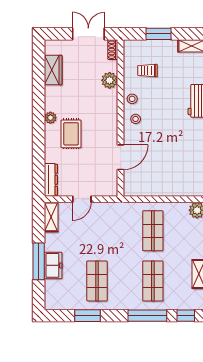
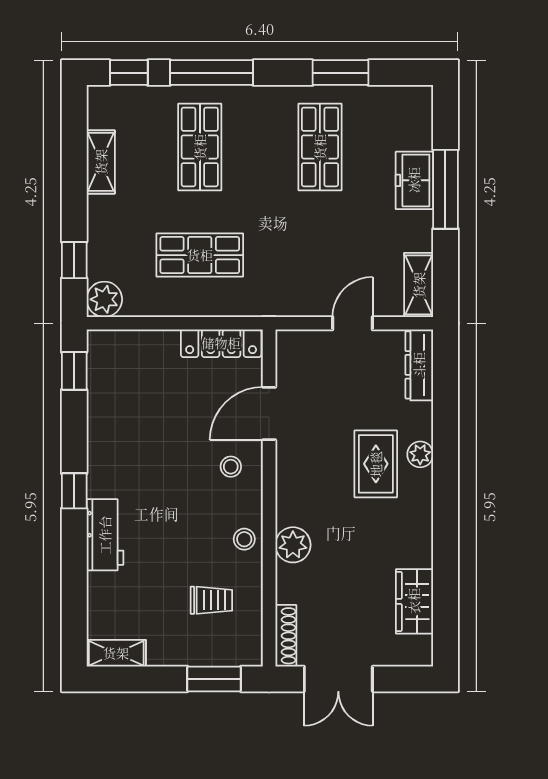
window: (158, 34) -> (214, 679), moved
shoe rack: (113, 50) -> (286, 636), width x1.43
plant: (110, 80) -> (293, 545), moved
plant: (50, 118) -> (420, 454), moved
stool: (136, 119) -> (231, 467), moved
locker: (143, 190) -> (221, 343), added
shop shelf: (153, 231) -> (200, 255), turned 90

